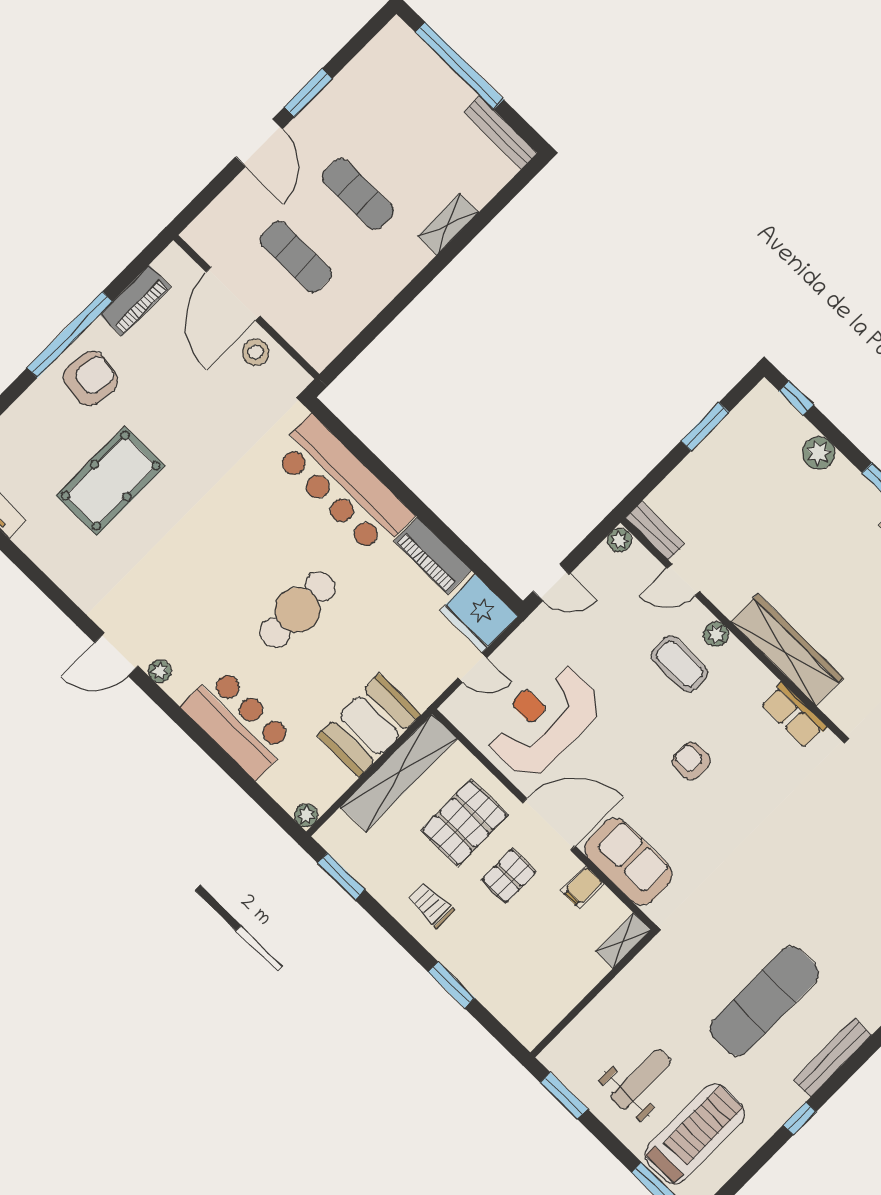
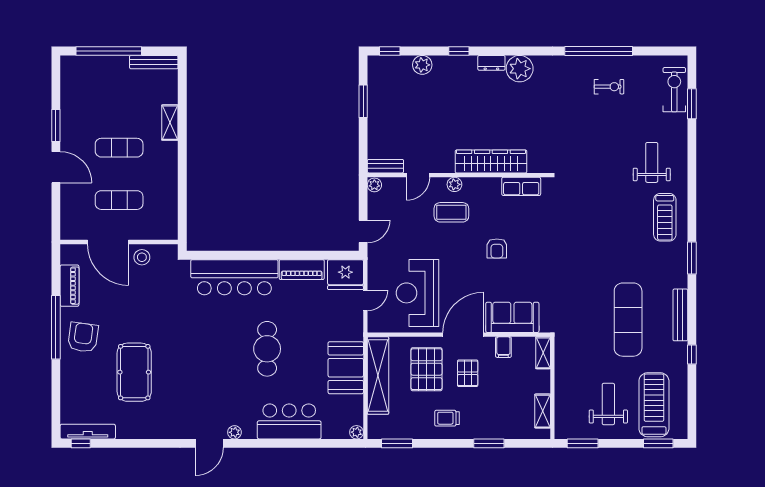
armchair: (691, 761) -> (497, 248), turned -90
shelving: (554, 1010) -> (543, 411), added

